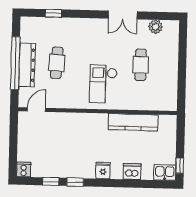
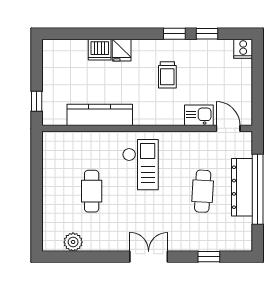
double door: (123, 15) -> (149, 257), moved
door: (36, 110) -> (228, 128), swing flipped
trolley: (81, 151) -> (167, 75), added
window: (180, 166) -> (37, 101), moved
fridge: (103, 170) -> (122, 50), moved
kitchen sink: (165, 172) -> (199, 115), moved, turned 180

